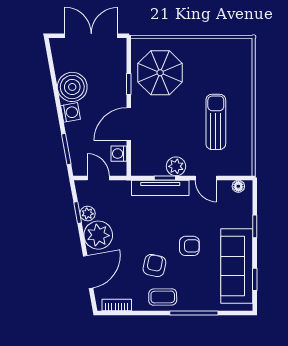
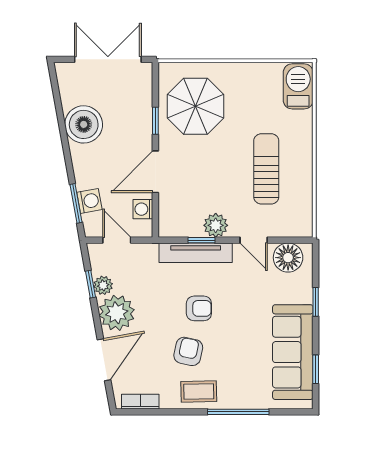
barbecue: (241, 57) -> (298, 86), added
washing machine: (71, 112) -> (89, 201), moved
floor lamp: (238, 186) -> (288, 258), width x1.89, depth x1.89
armchair: (189, 246) -> (199, 308), moved

